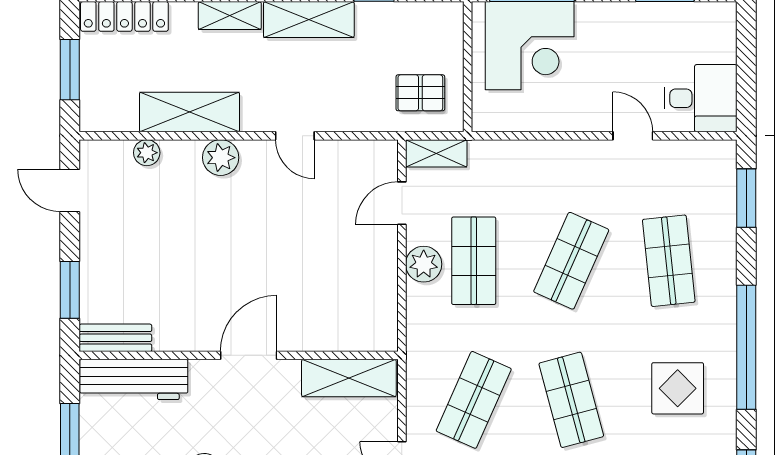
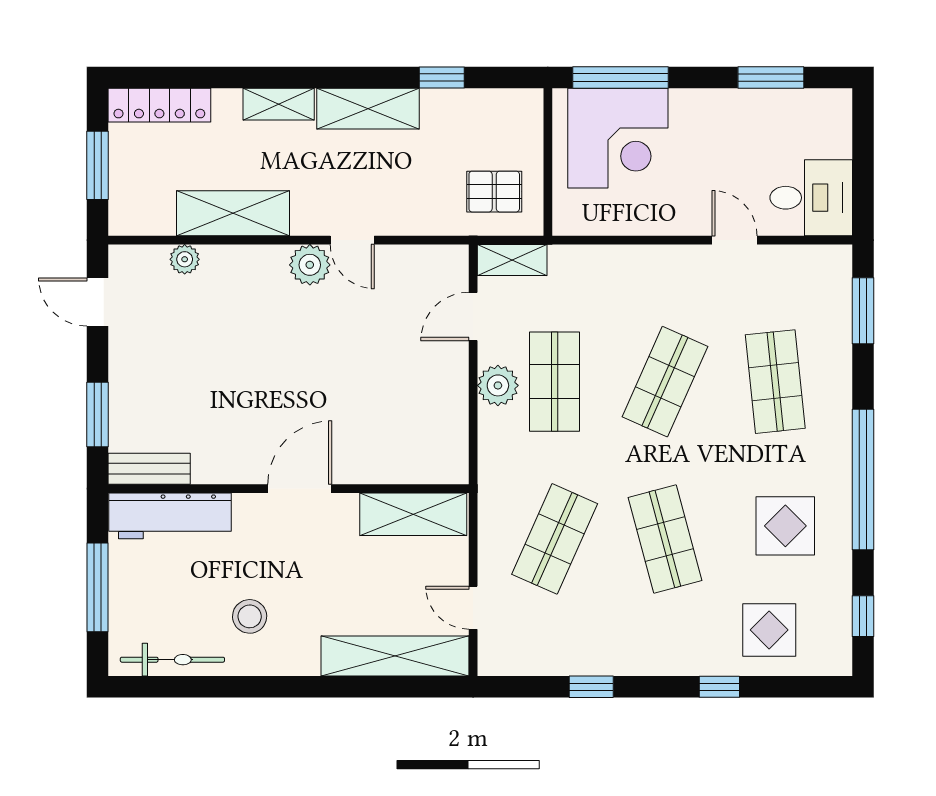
plant: (221, 158) -> (310, 265), moved

